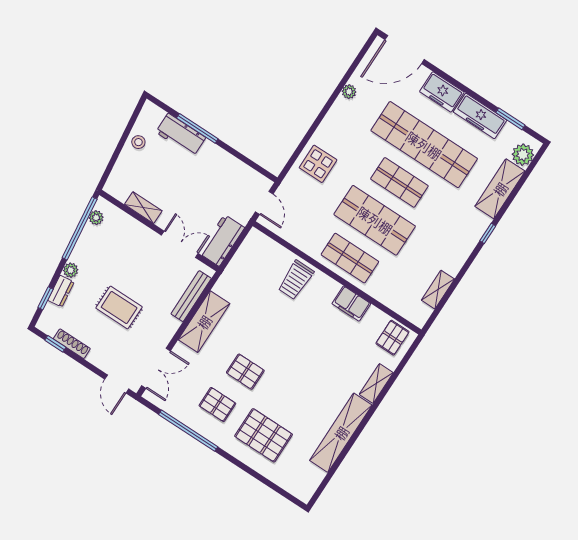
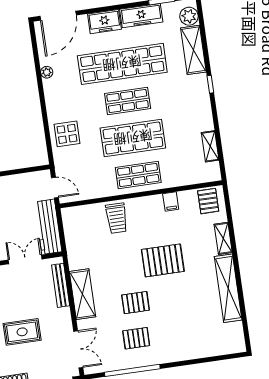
workbench: (222, 240) -> (48, 227), width x1.38
filing cabinet: (351, 304) -> (171, 201), width x0.50
pallet: (264, 435) -> (163, 260), moved

